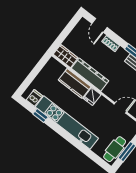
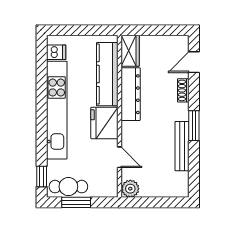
kitchen counter: (75, 83) -> (107, 74), width x1.50
fridge: (92, 97) -> (104, 123), width x1.88, depth x1.34
window: (40, 115) -> (42, 176), moved

